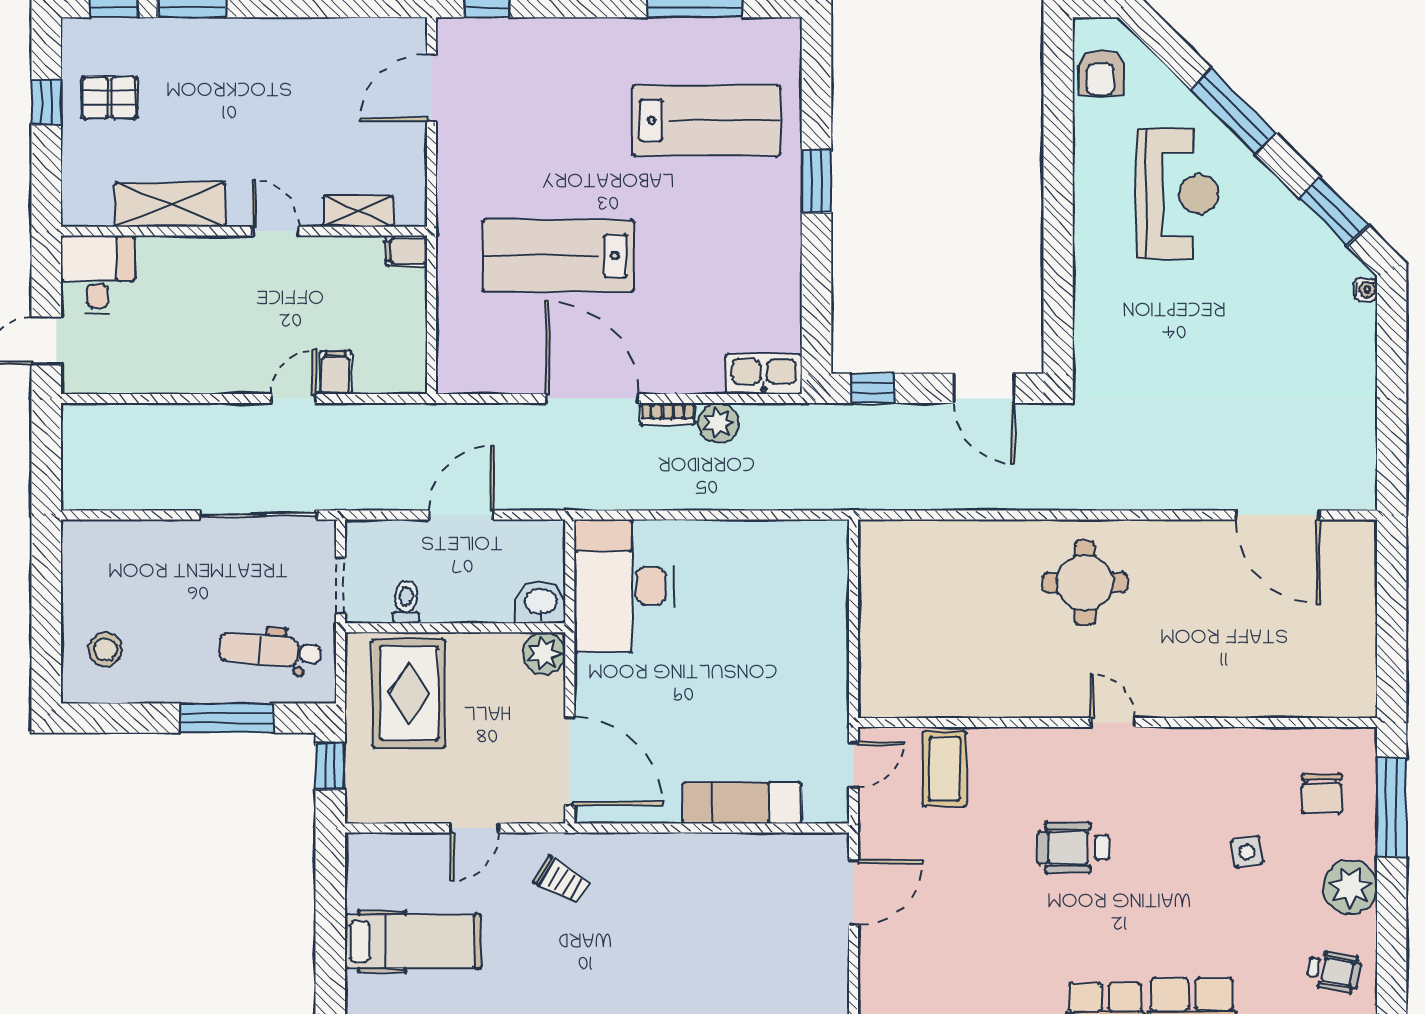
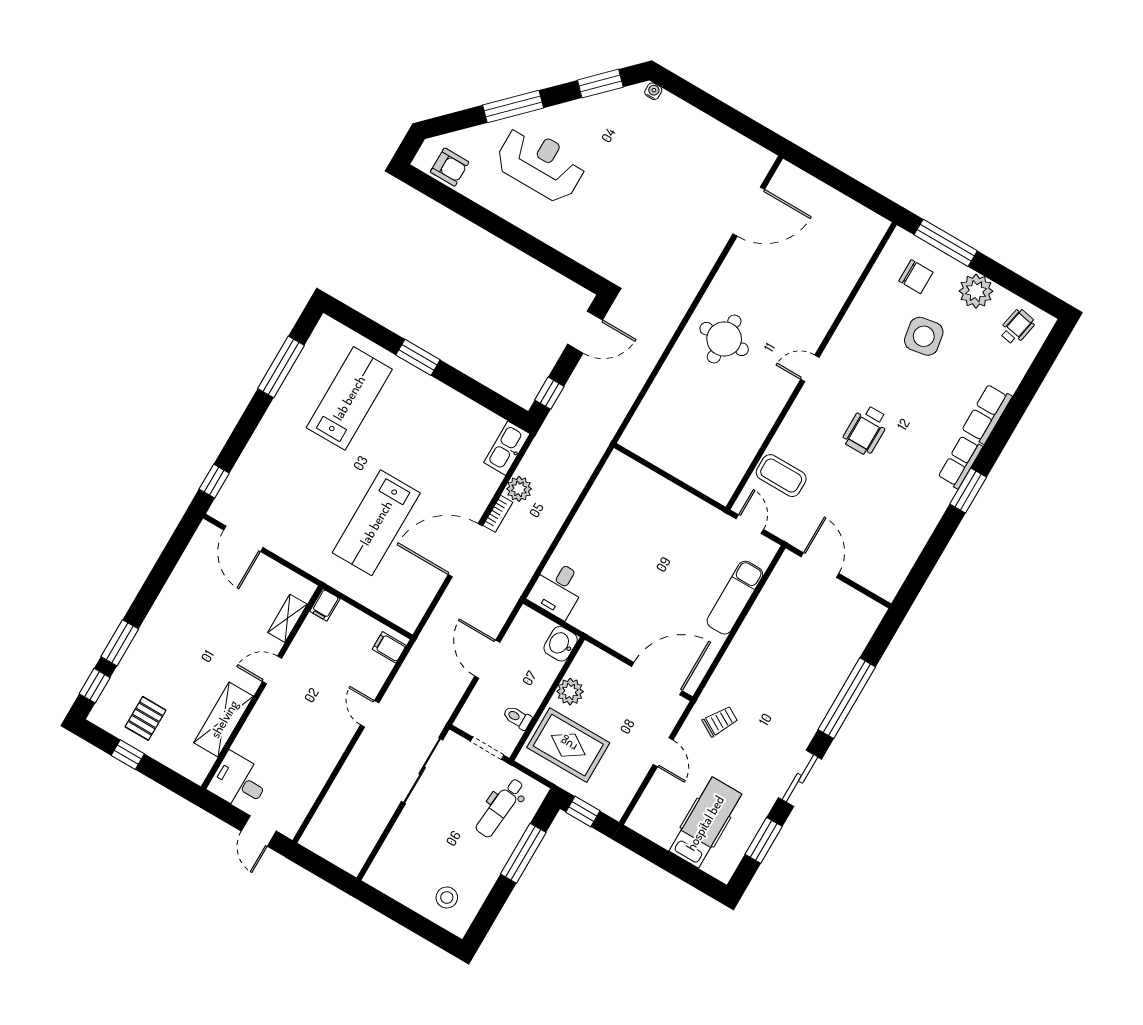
filing cabinet: (335, 372) -> (389, 647), moved
desk: (624, 586) -> (557, 589), width x0.53, depth x0.77
plant: (544, 653) -> (570, 692), moved
side table: (1247, 852) -> (924, 336), width x1.87, depth x1.87

